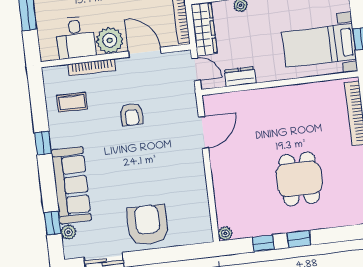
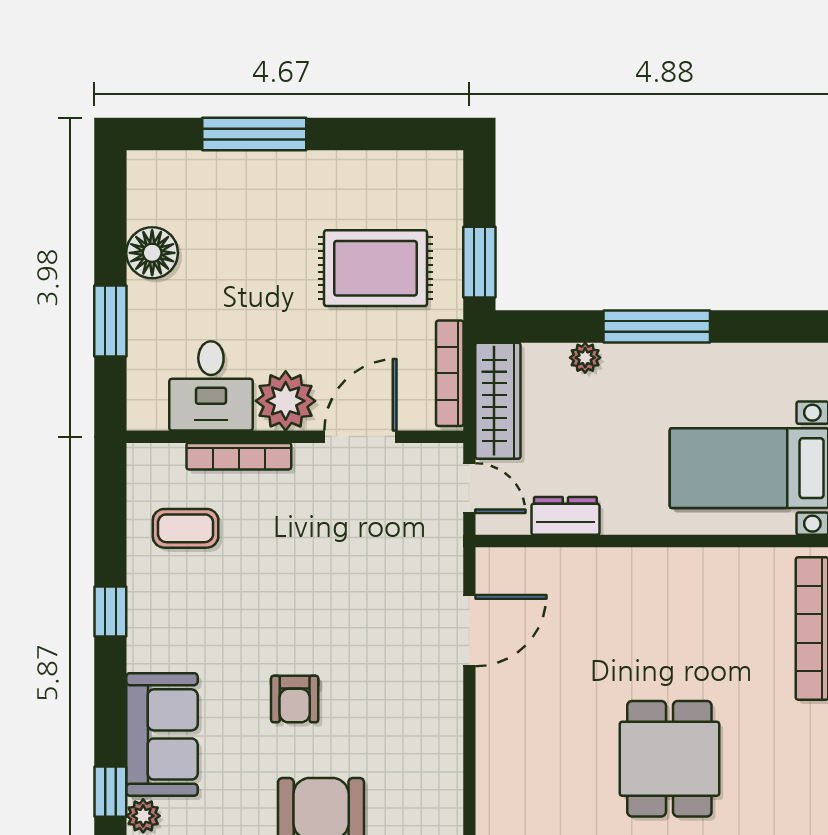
door: (145, 52) -> (360, 437), hinge flipped
armchair: (132, 115) -> (295, 699), moved
sofa: (71, 185) -> (162, 734), width x0.73

